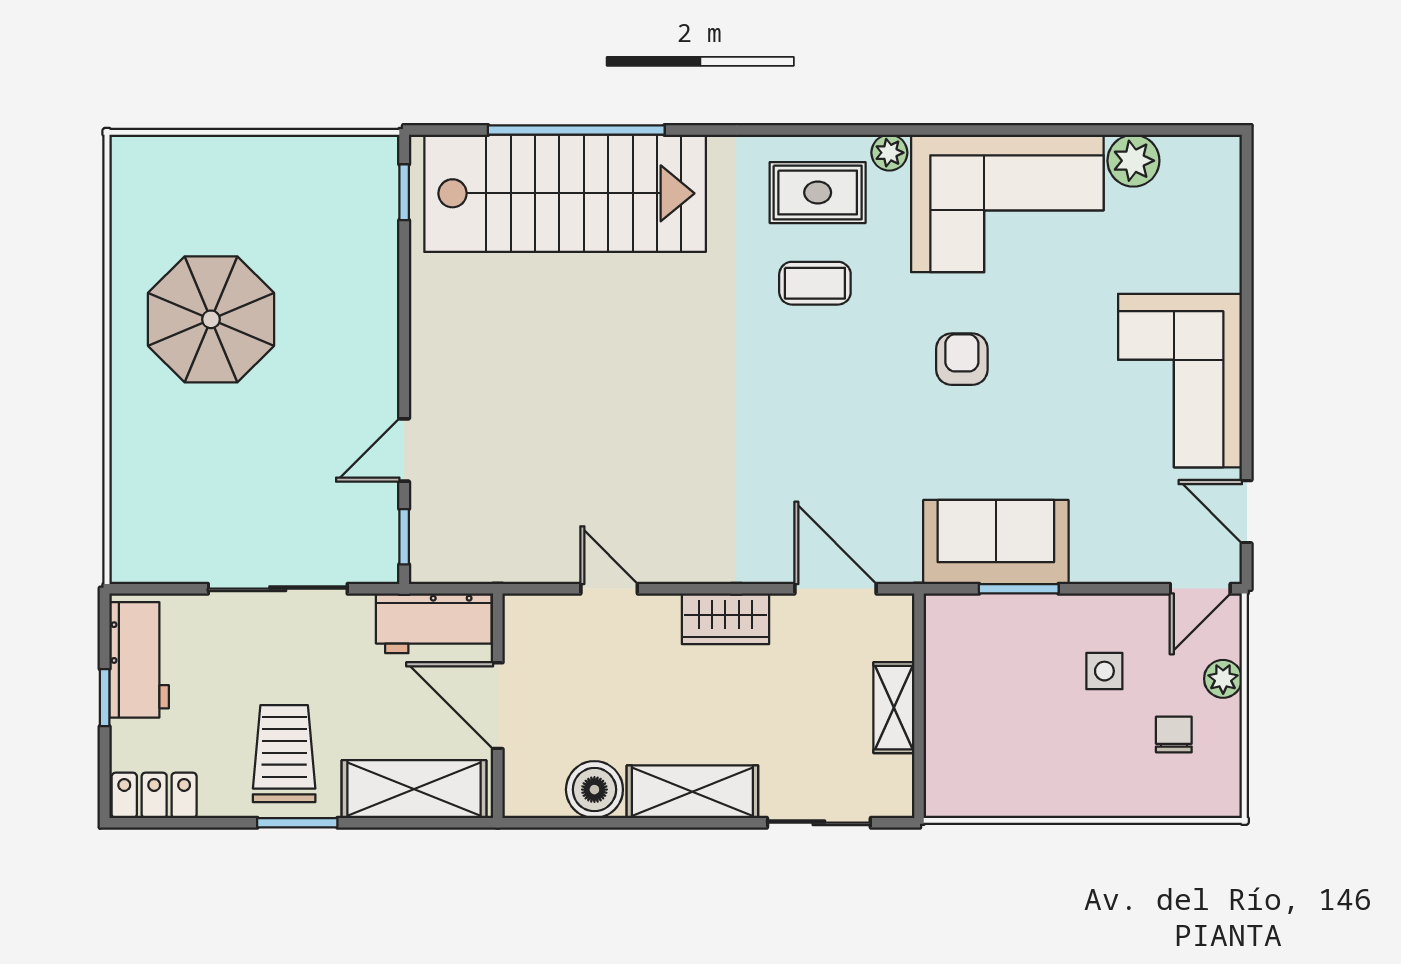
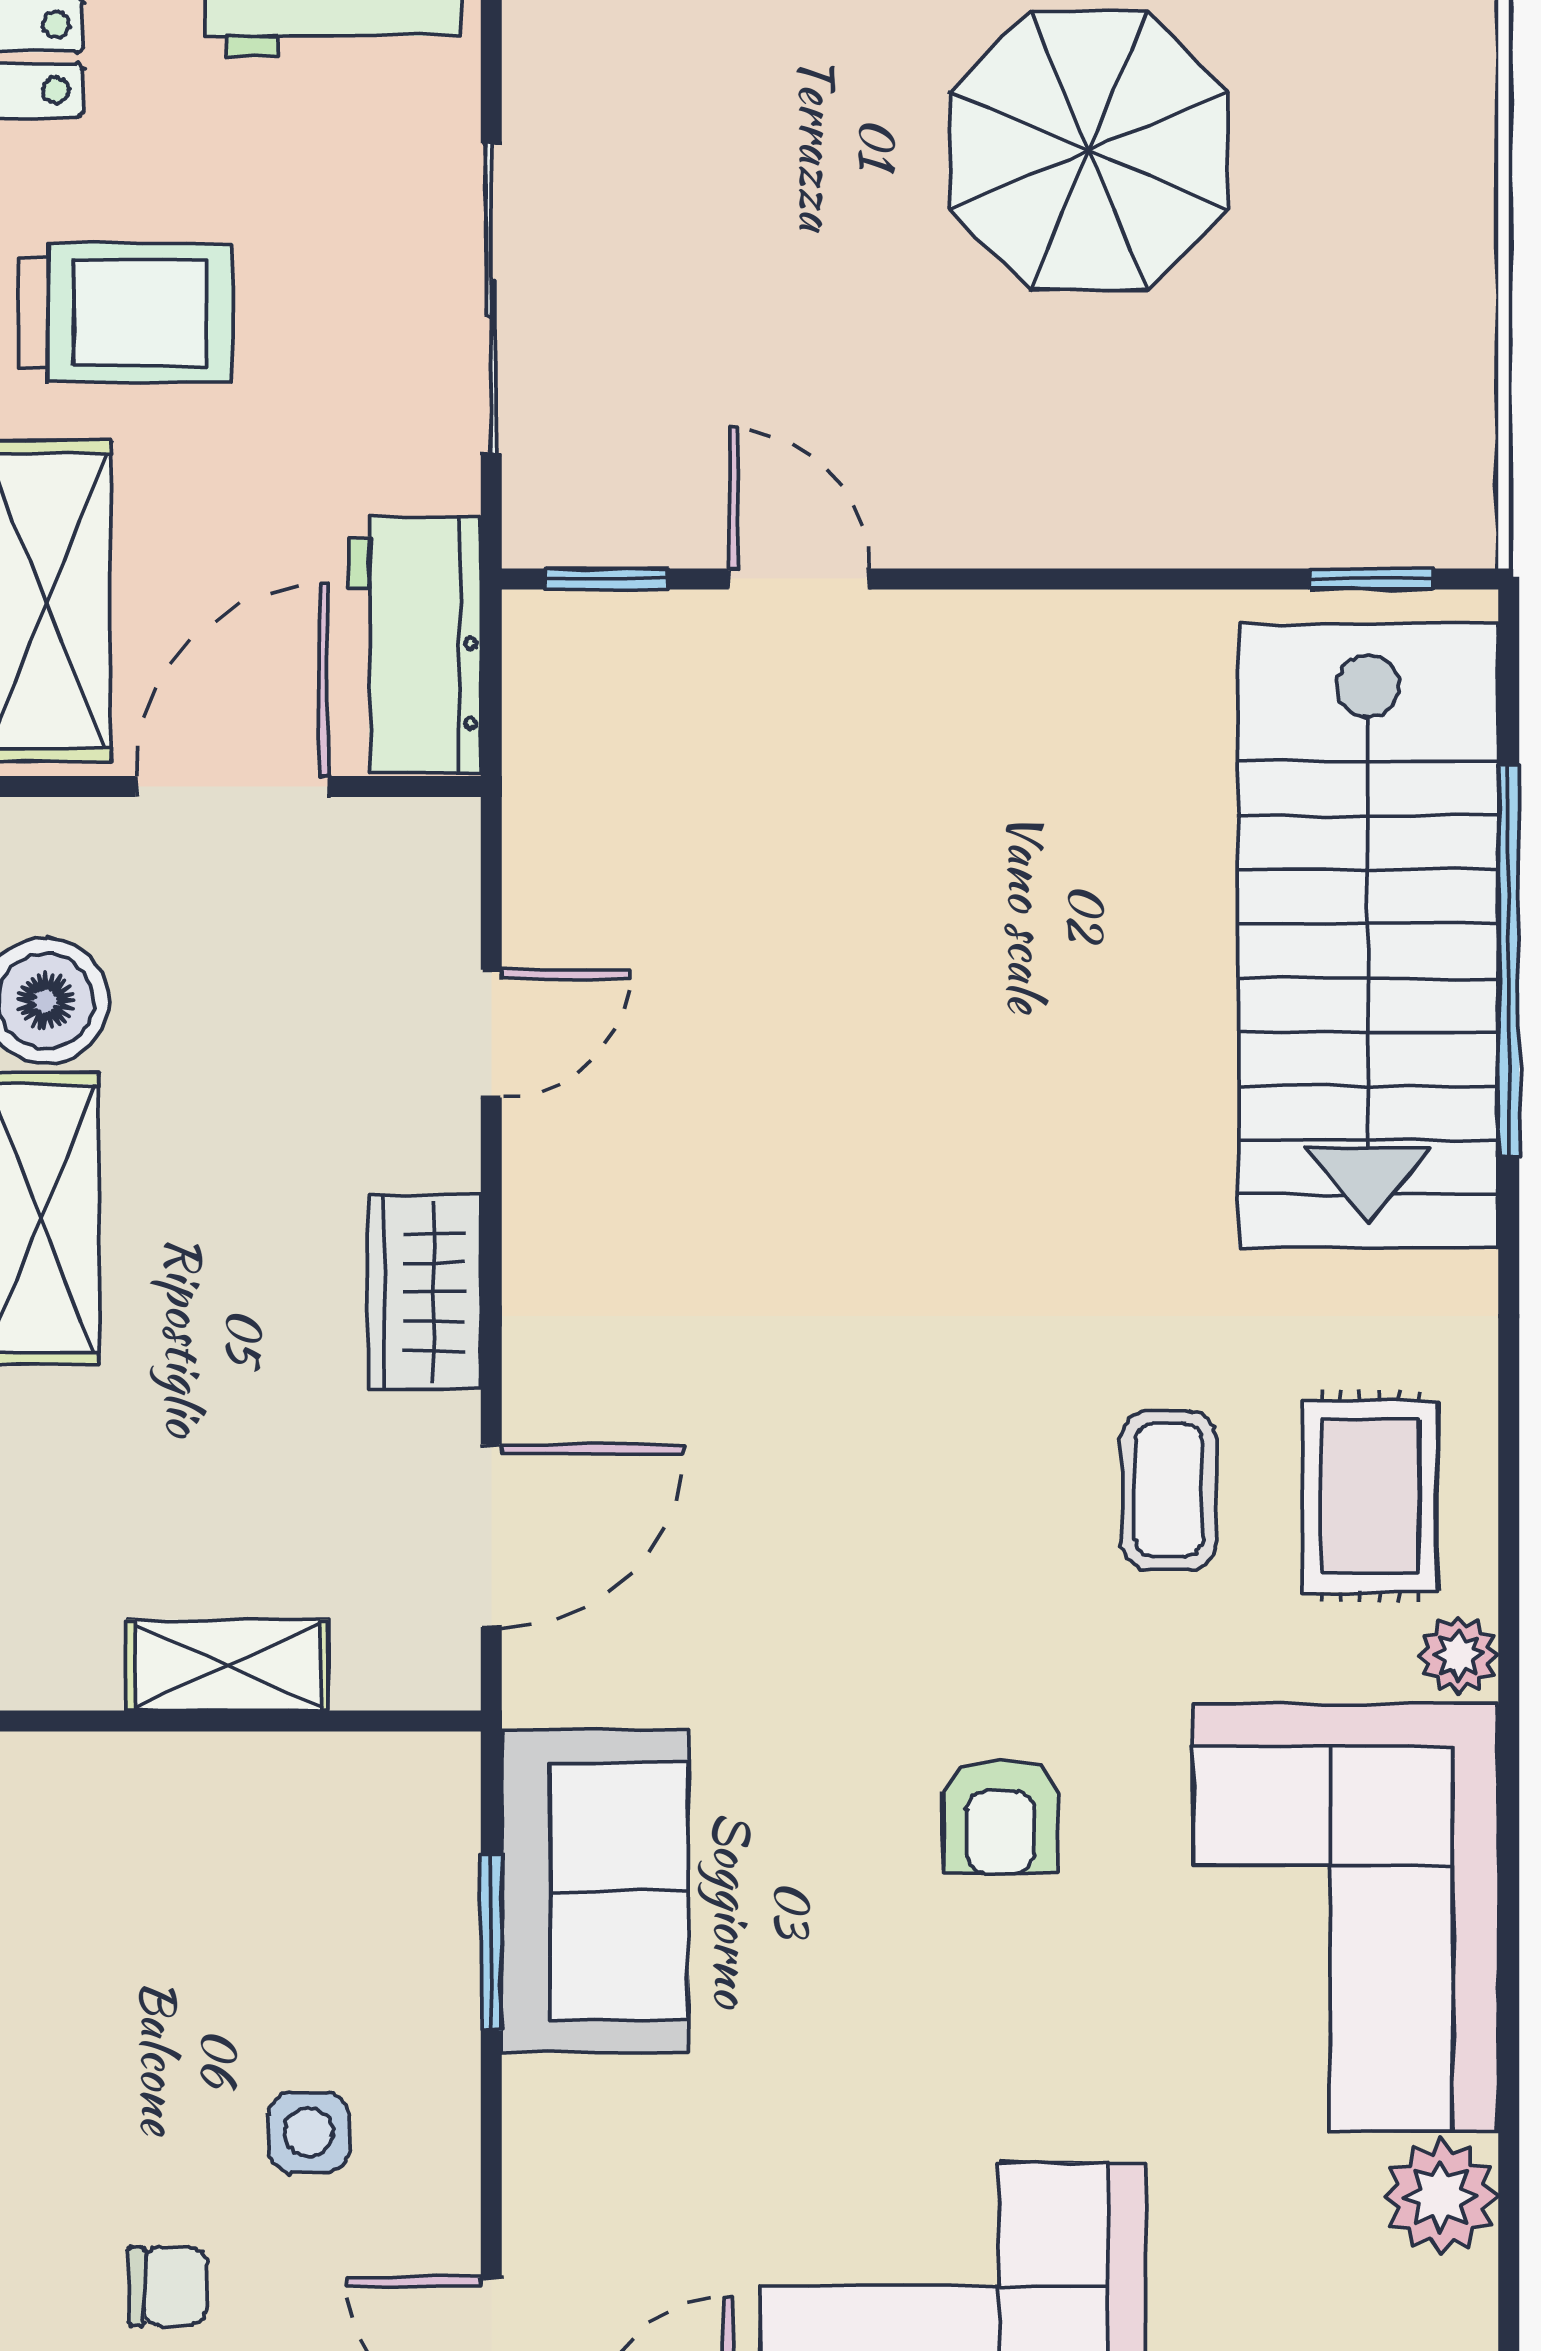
armchair: (962, 359) -> (1000, 1816), turned 90

